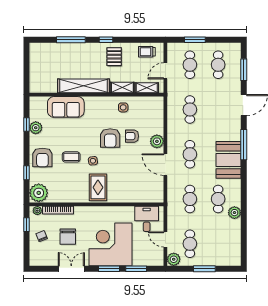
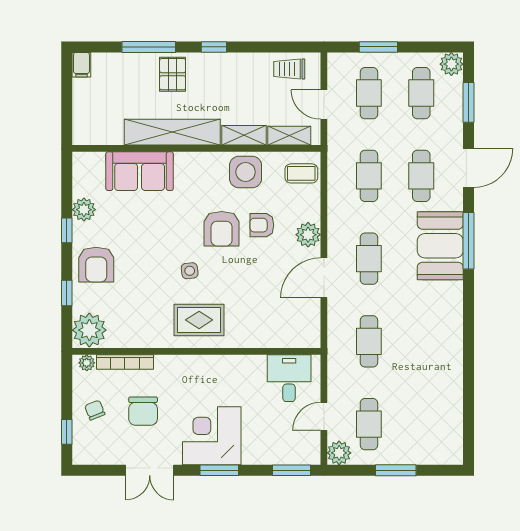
filing cabinet: (34, 49) -> (81, 65), added
pallet: (114, 57) -> (173, 74), moved
door: (165, 71) -> (324, 105), hinge flipped
side table: (123, 107) -> (246, 172), width x1.87, depth x1.87
window: (26, 125) -> (67, 230), moved
coffee table: (71, 157) -> (301, 173), moved
booth: (228, 160) -> (440, 246), moved
door: (165, 165) -> (324, 278), hinge flipped
rug: (98, 187) -> (199, 320), turned 90
cafe table: (218, 199) -> (421, 176), moved
plant: (234, 213) -> (451, 64), moved
window: (26, 225) -> (67, 432), moved
door: (165, 240) -> (324, 416), hinge flipped
corner desk: (111, 244) -> (212, 436), width x0.74, depth x0.74
double door: (71, 269) -> (150, 470), swing flipped
window: (136, 269) -> (292, 470), moved

